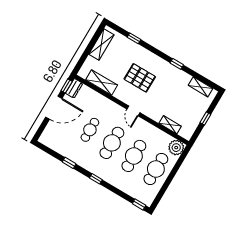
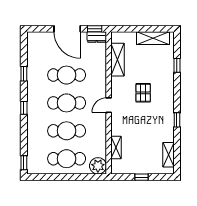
pallet: (140, 78) -> (143, 93), width x0.67, depth x0.71
cafe table: (90, 130) -> (67, 75), width x1.37, depth x1.35

